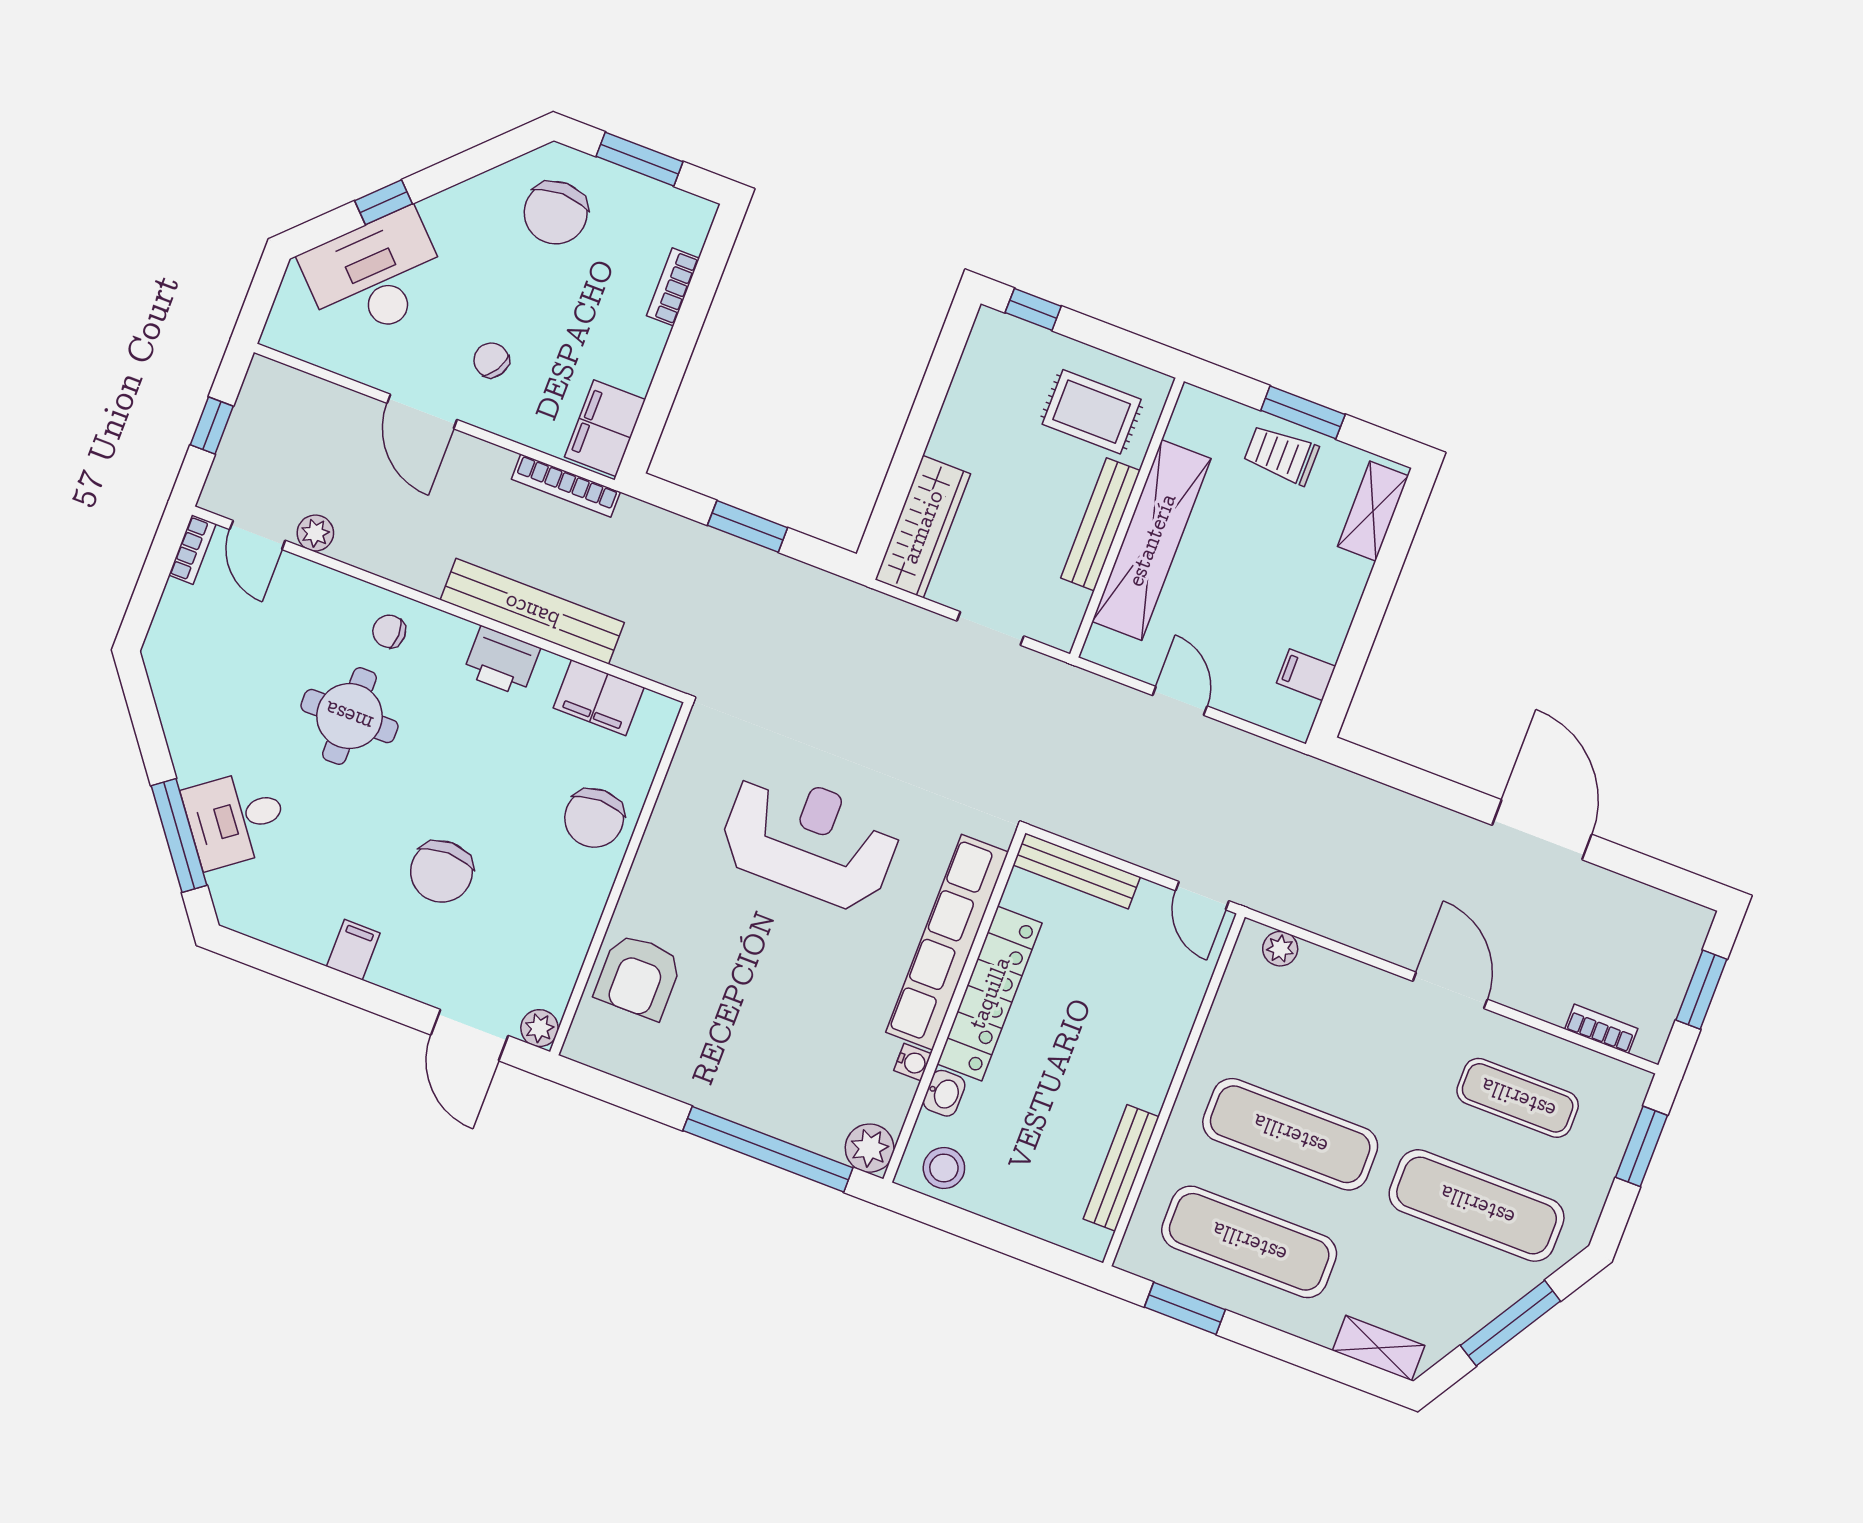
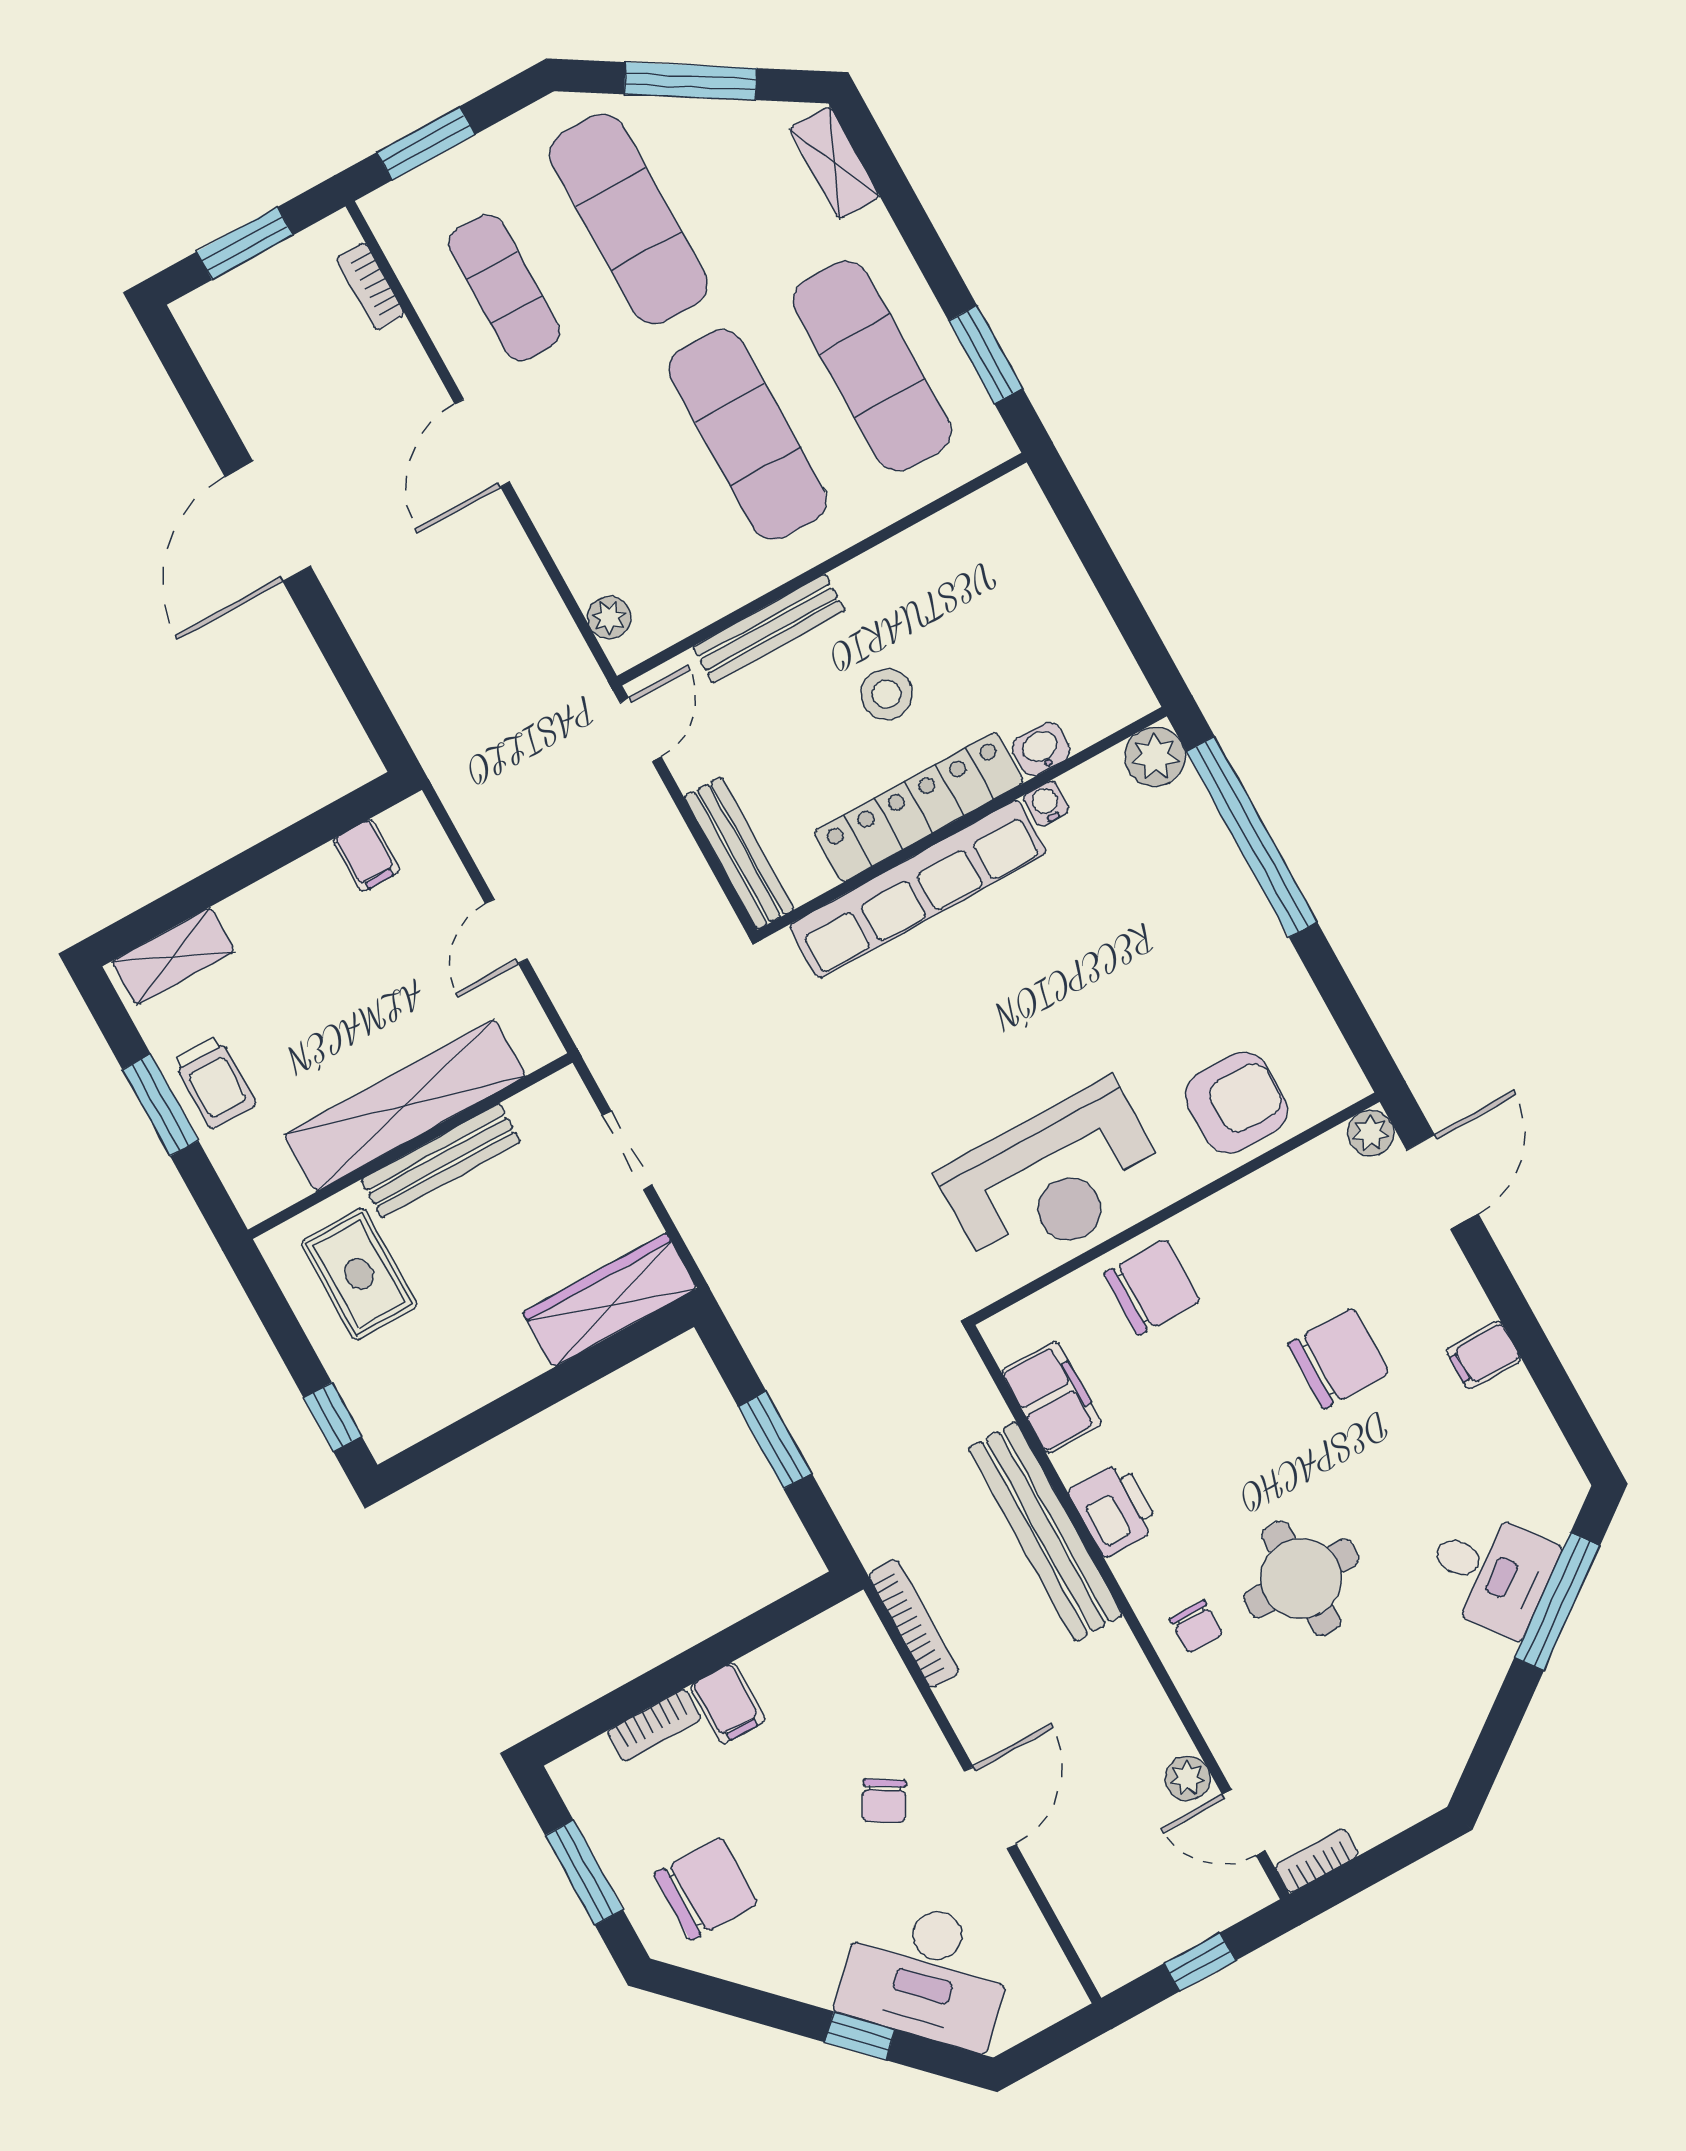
filing cabinet: (605, 428) -> (728, 1703), moved, width x0.50
door: (257, 535) -> (1244, 1822), swing flipped
reception desk: (810, 839) -> (1053, 1180), moved, turned -90
stool: (944, 1168) -> (887, 694), moved
bench: (1121, 1168) -> (769, 629), moved

